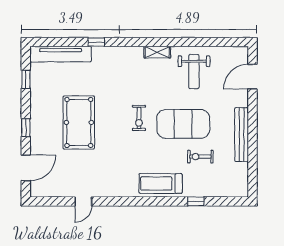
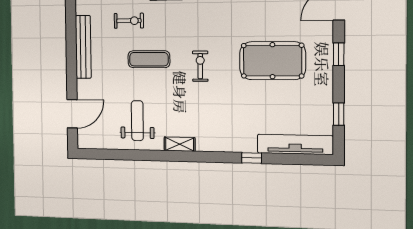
pool table: (79, 122) -> (272, 61), turned 90
exercise mat: (183, 124) -> (149, 59), width x0.50, depth x0.69

